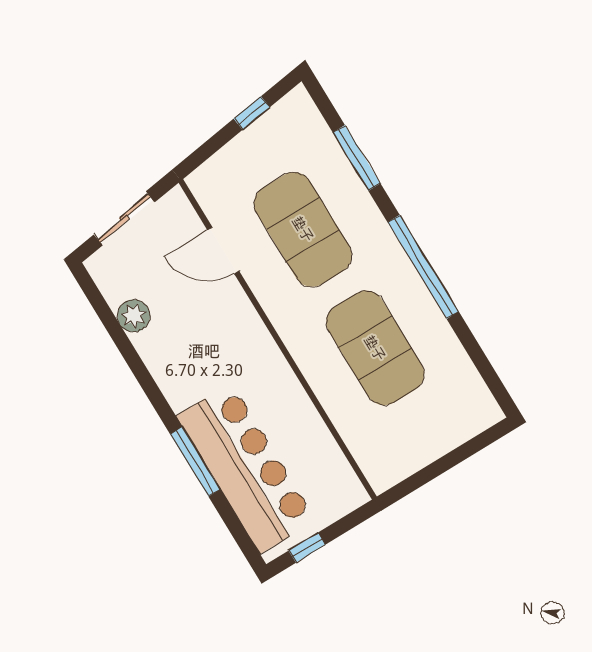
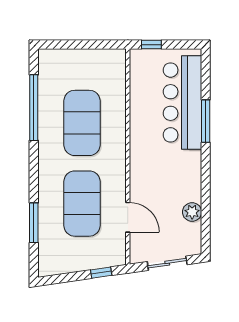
window: (252, 113) -> (101, 273), moved
window: (423, 267) -> (34, 108), moved
window: (307, 548) -> (151, 45), moved

